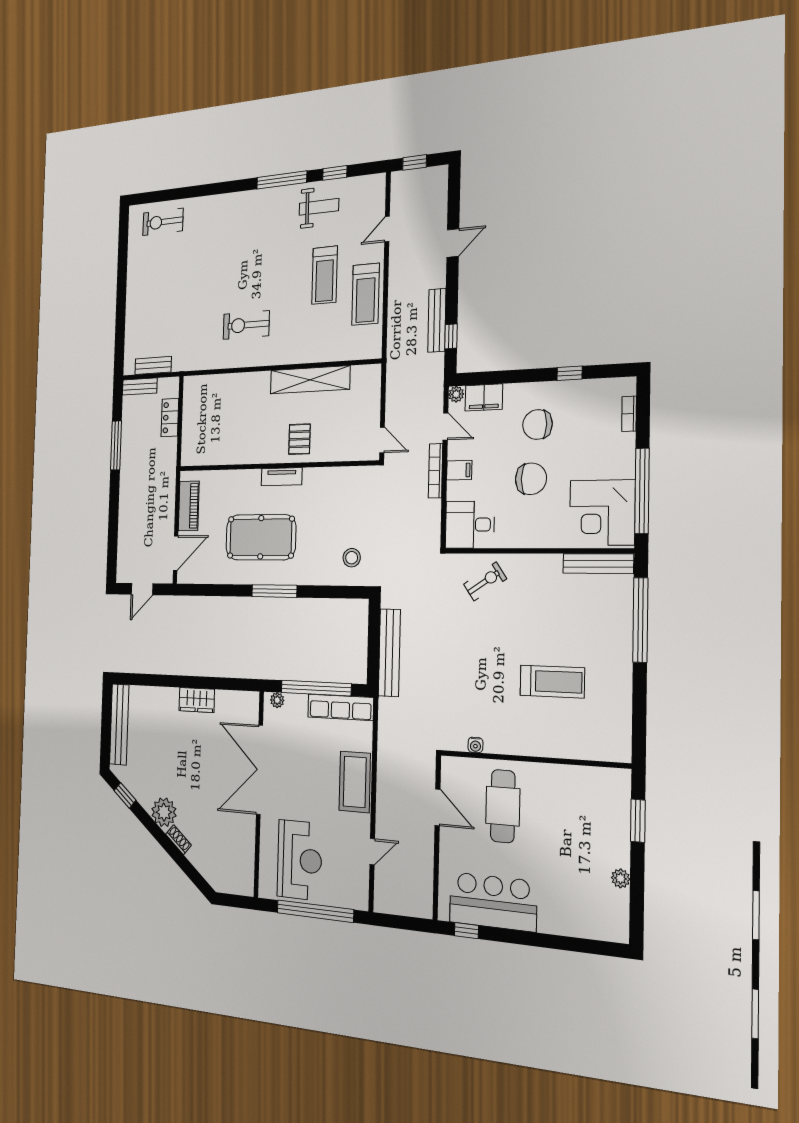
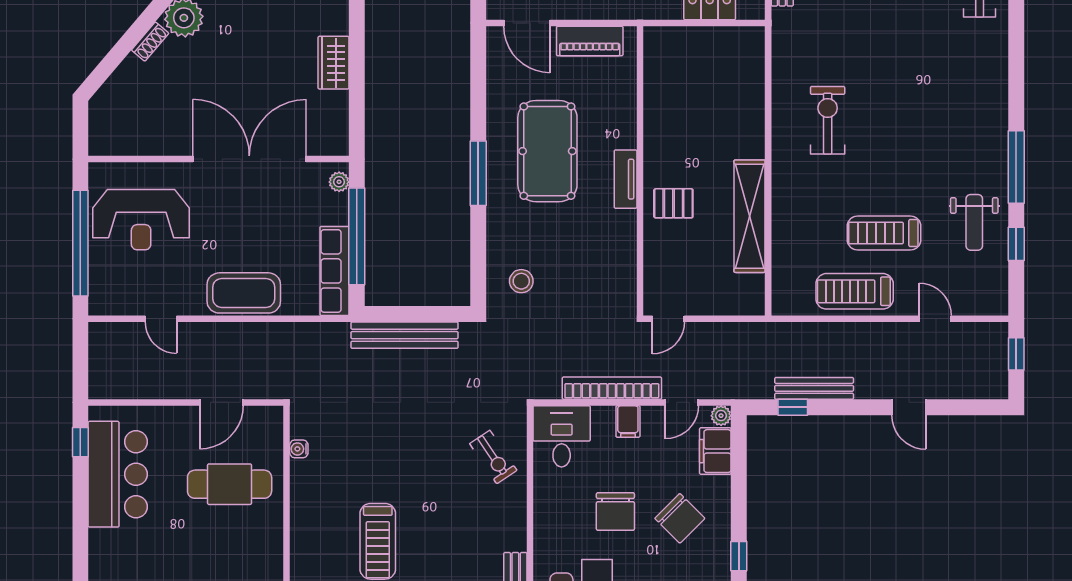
chair: (537, 424) -> (680, 518), turned 135
bookcase: (436, 471) -> (612, 388), width x1.48, depth x1.31

